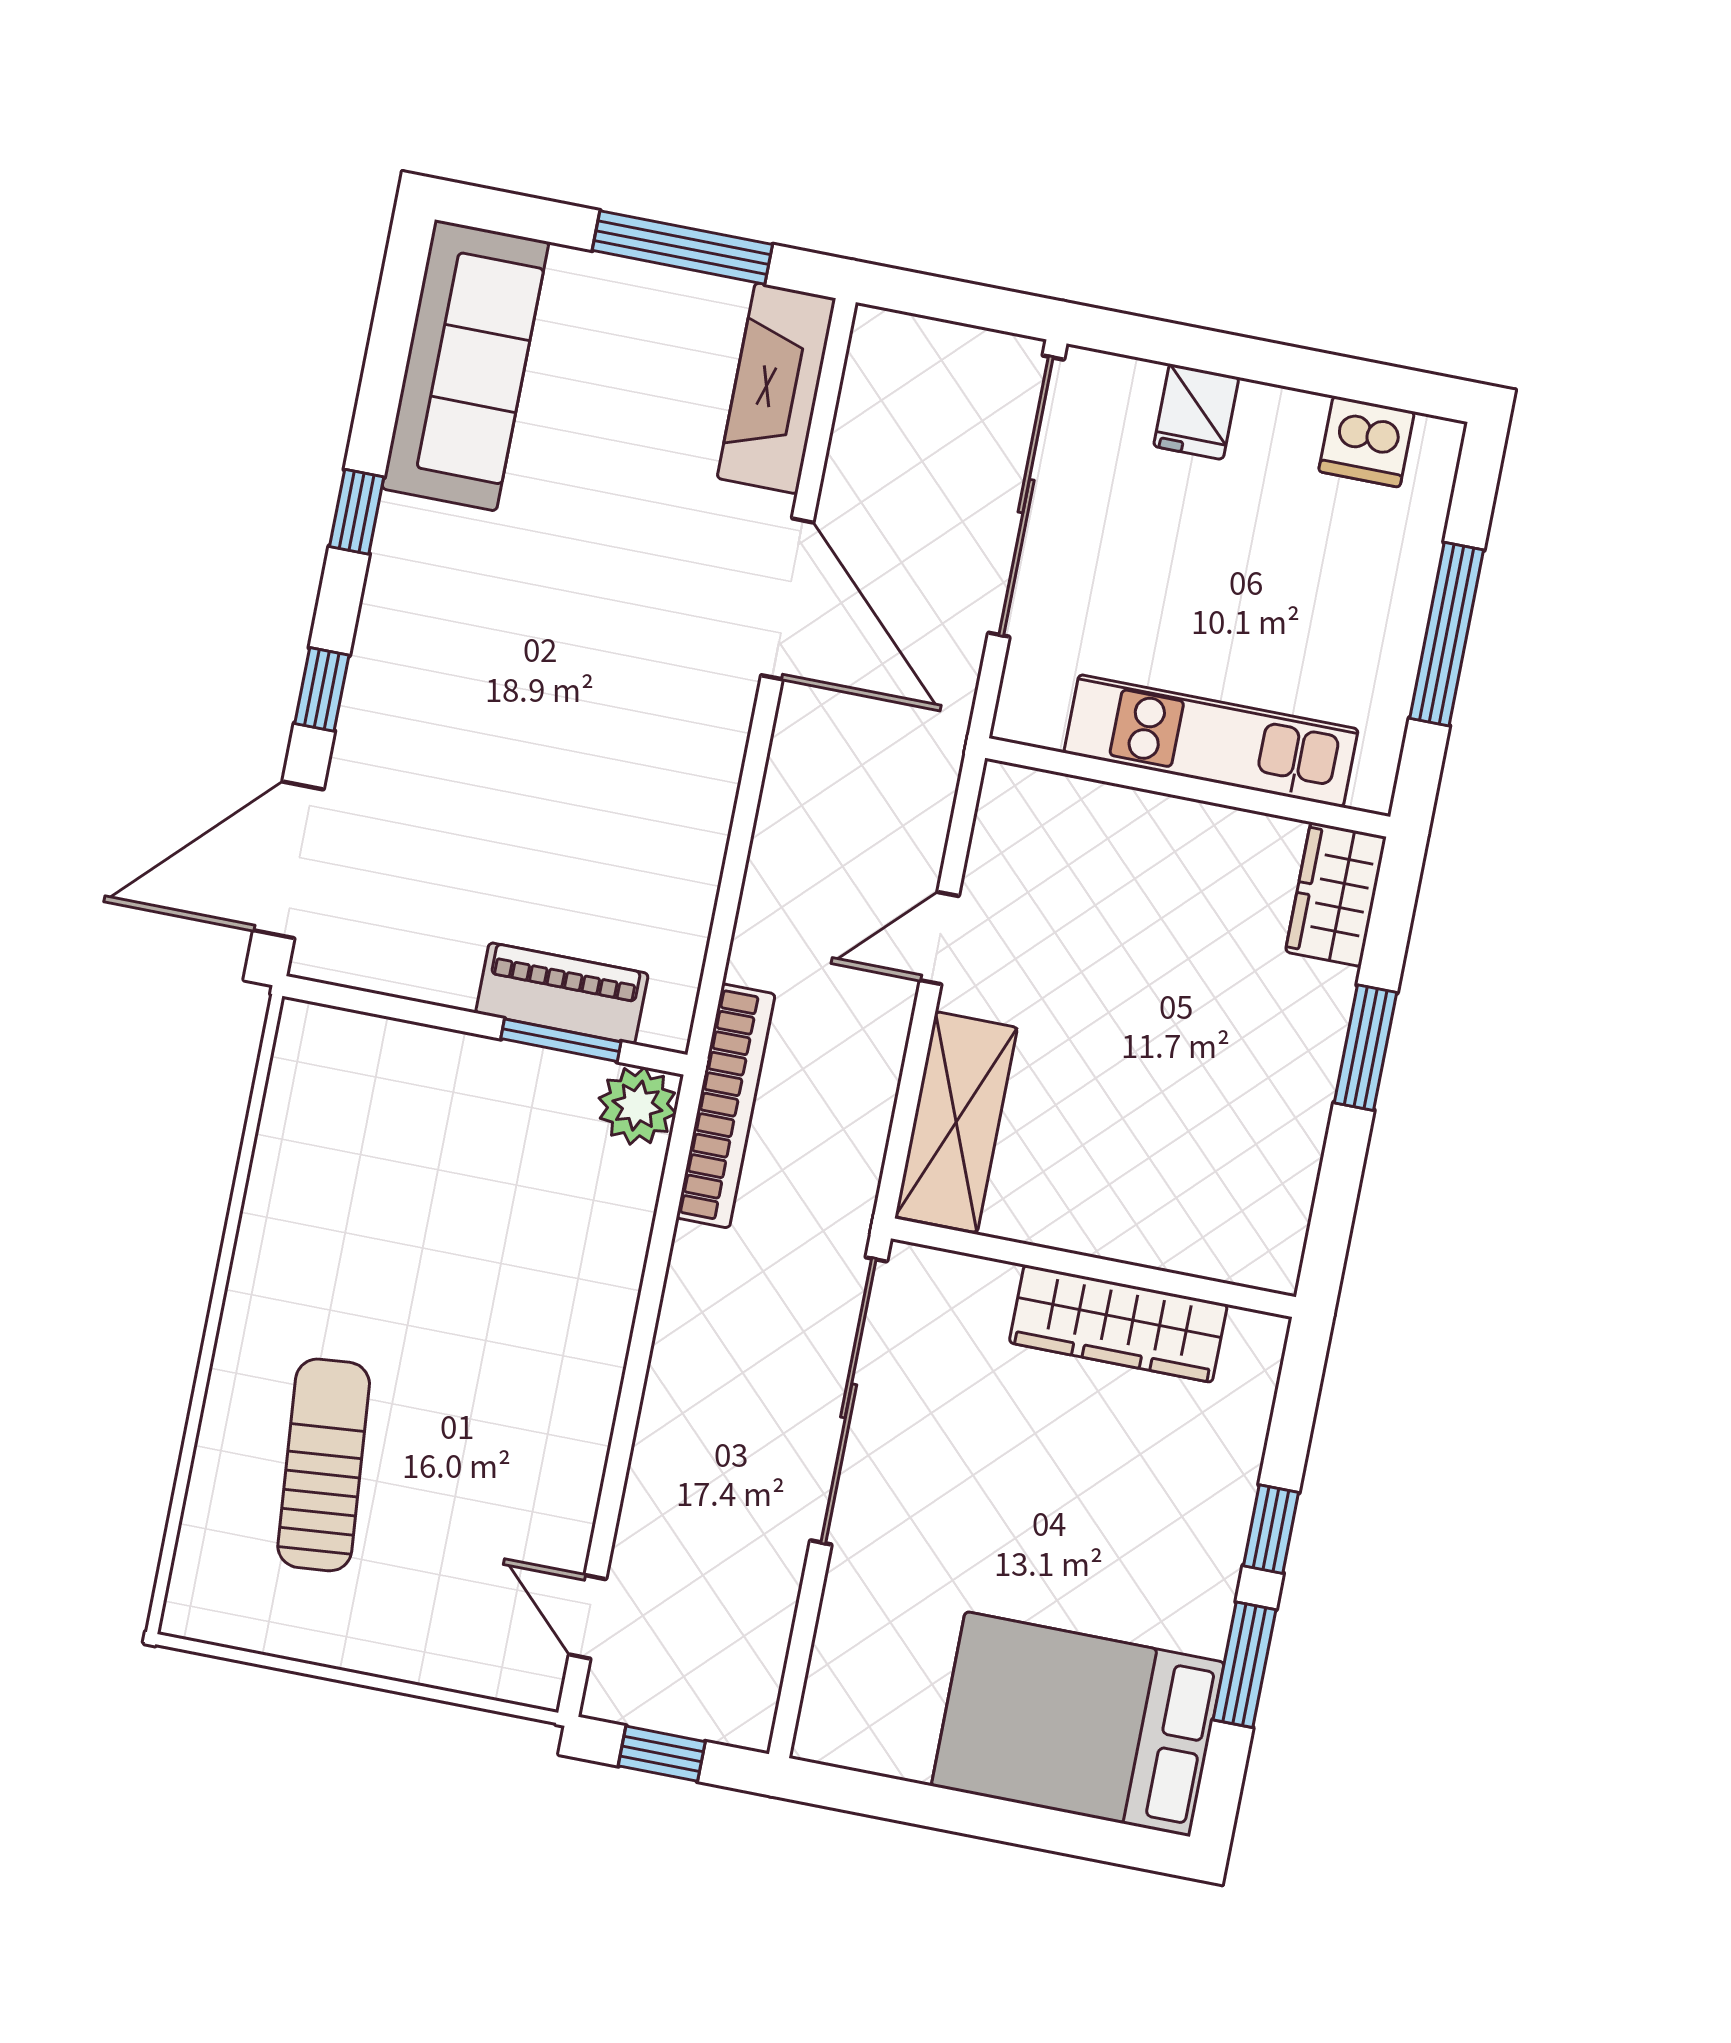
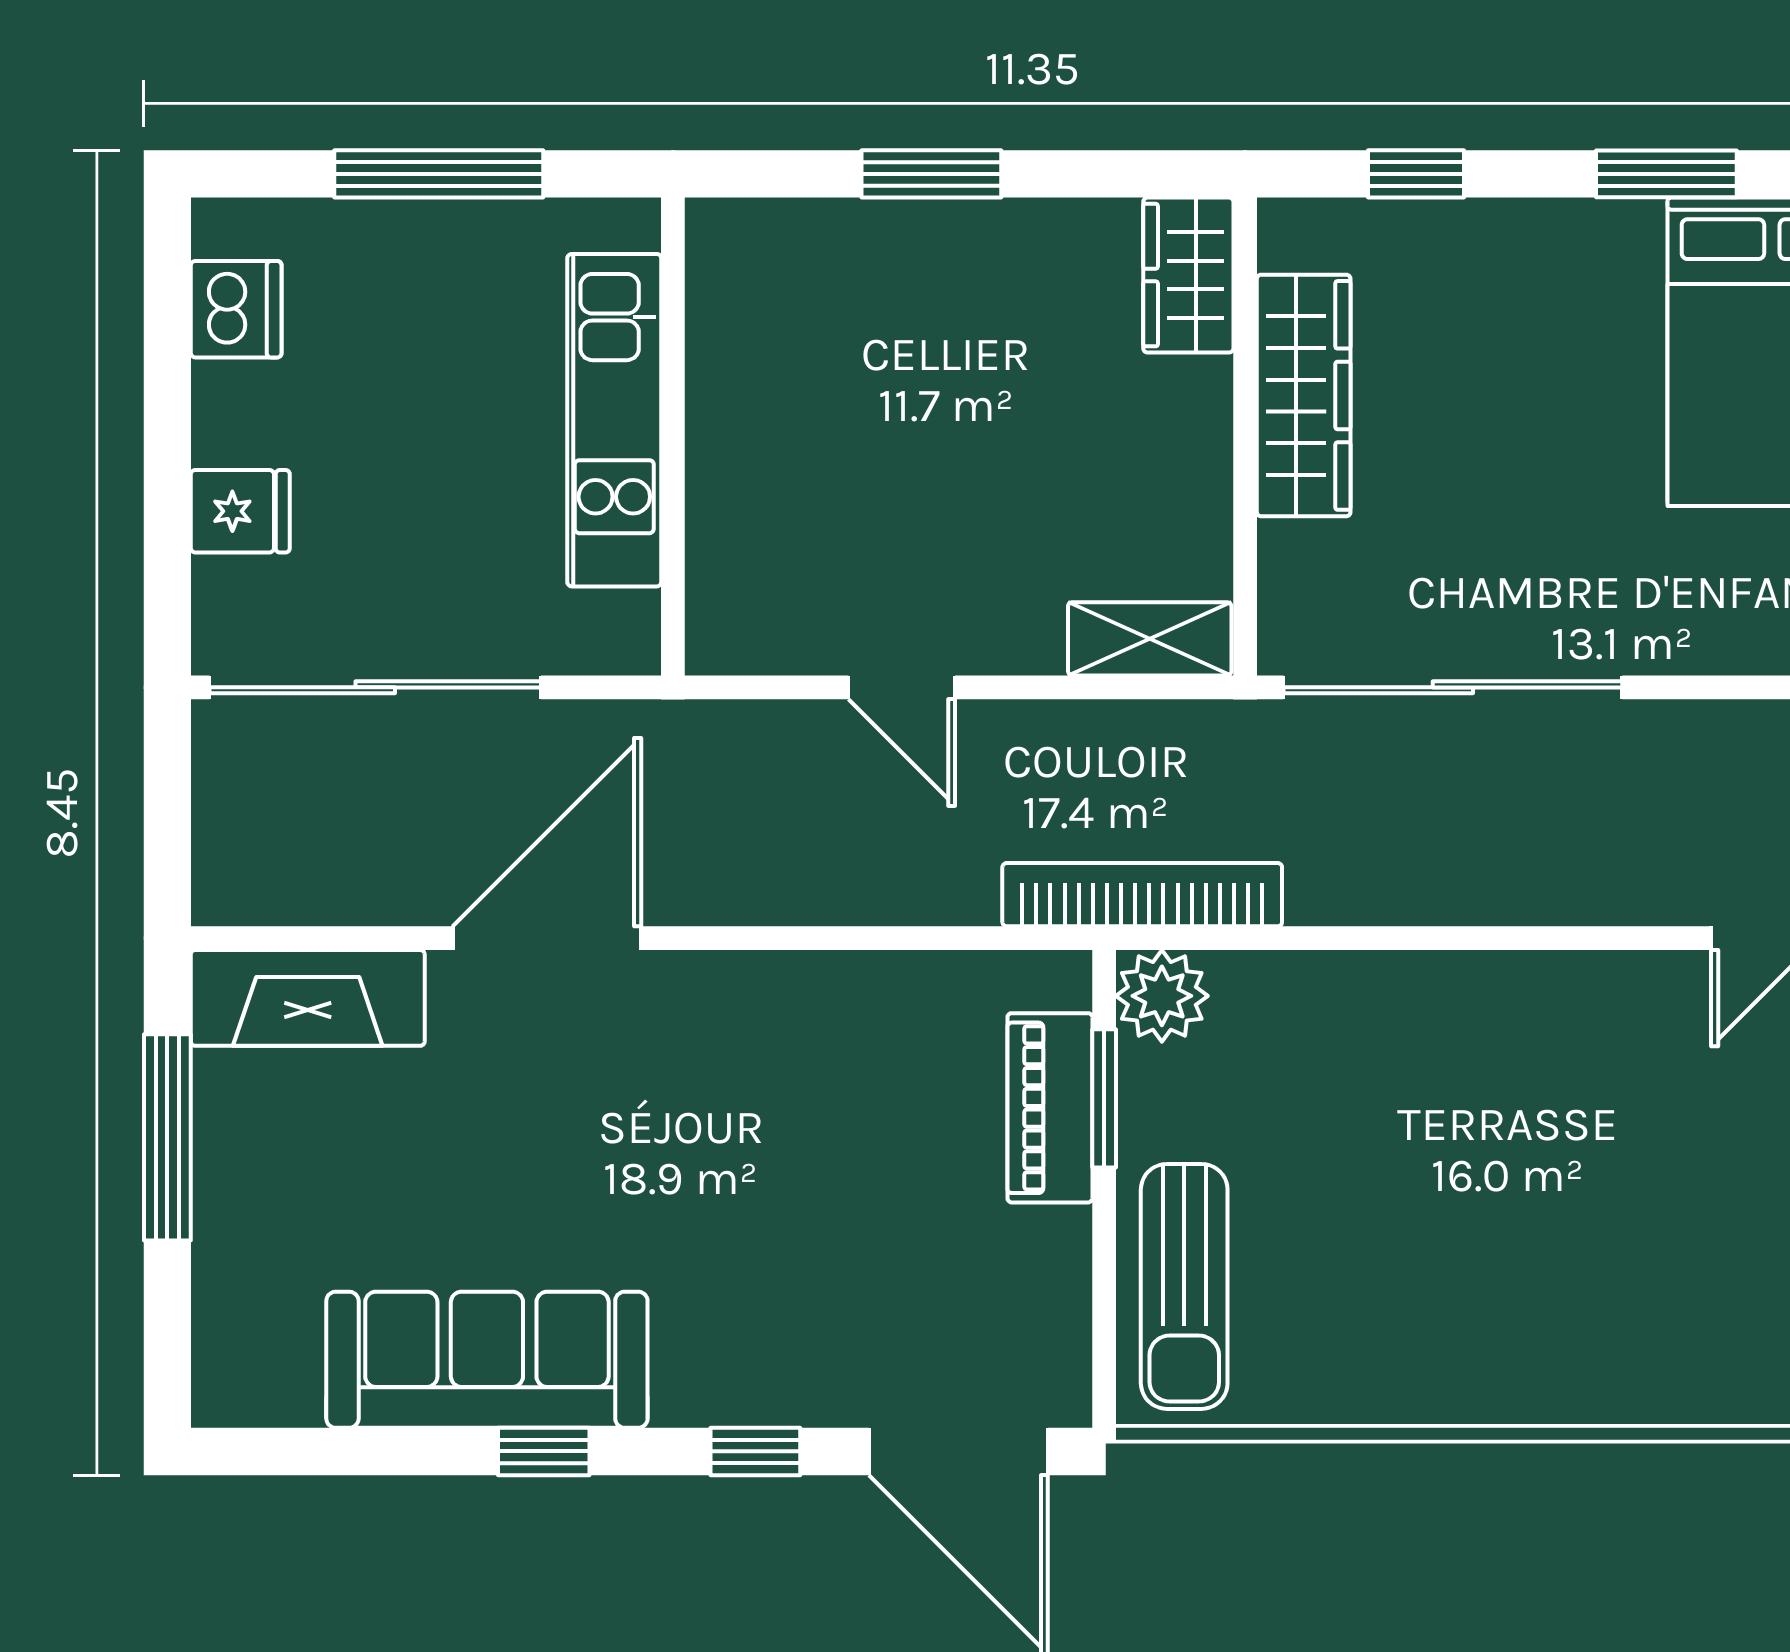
sofa: (465, 365) -> (487, 1360), moved
wardrobe: (1336, 894) -> (1188, 275), moved, turned 90
shelving: (956, 1122) -> (1150, 639), width x0.67, depth x0.75
sun lounger: (324, 1465) -> (1184, 1286), moved, turned -85
window: (1271, 1529) -> (1416, 174), moved

